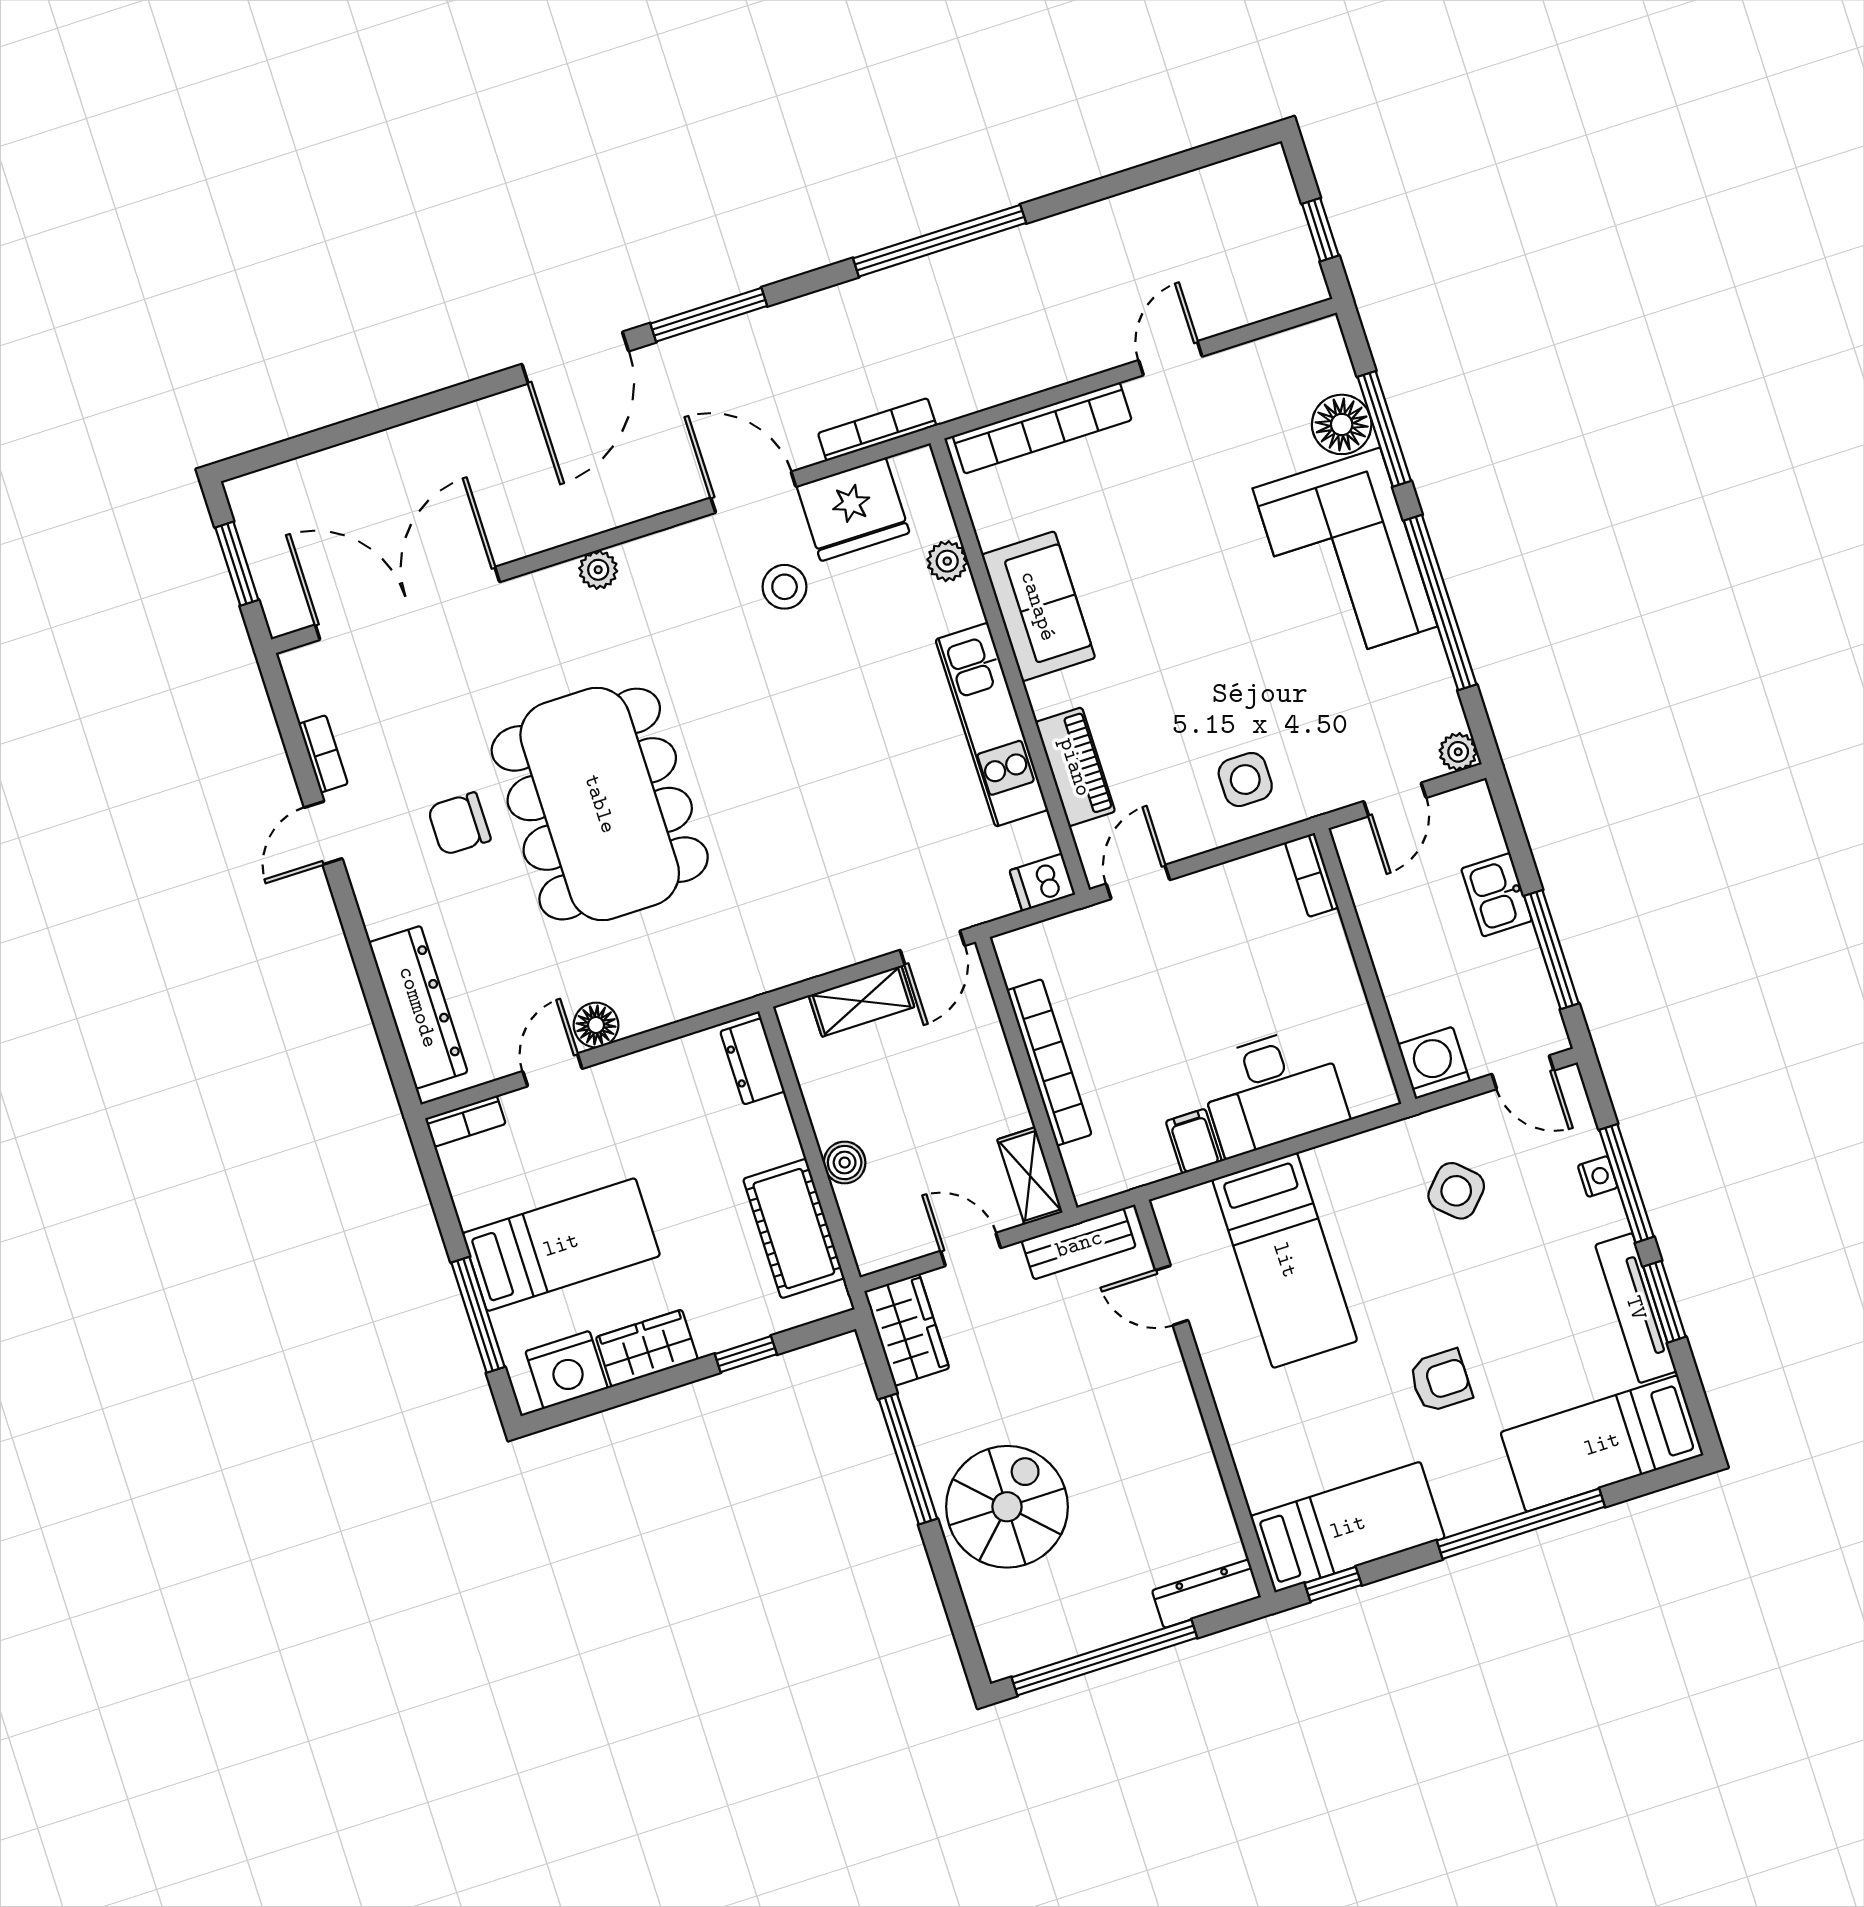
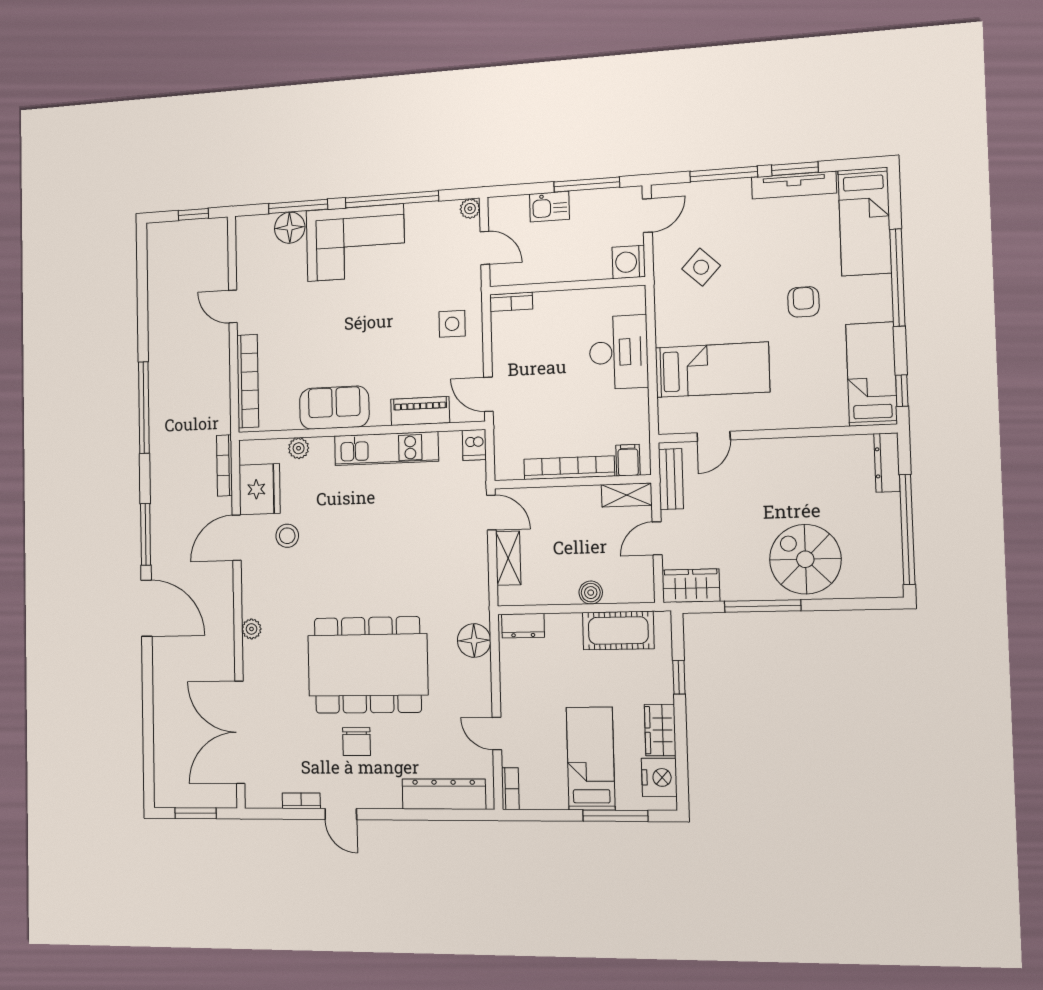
floor lamp: (596, 1025) -> (474, 641), moved, width x1.38, depth x1.38
filing cabinet: (1194, 1141) -> (628, 460), moved, turned 90
nightstand: (1598, 1176) -> (715, 189), removed

